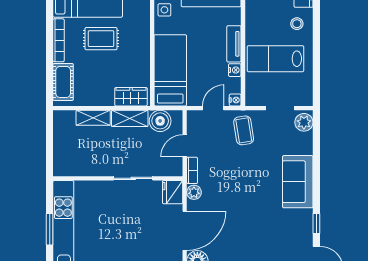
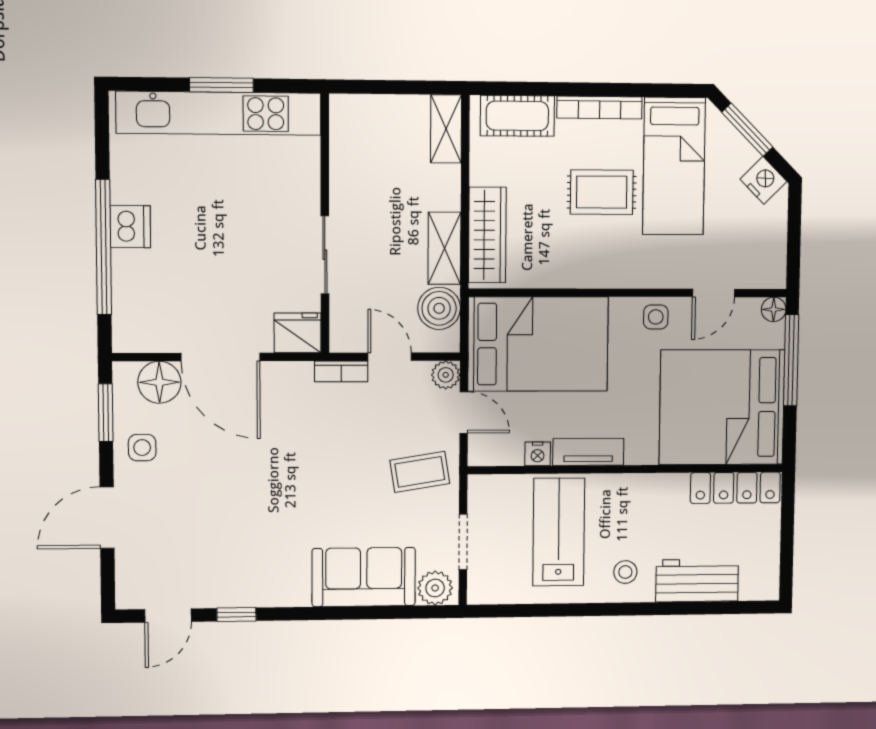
rug: (101, 39) -> (602, 192), turned 90
bed: (170, 70) -> (538, 344), width x1.50
wardrobe: (131, 97) -> (487, 235), width x1.50
nightstand: (235, 100) -> (479, 455), removed
shelving: (93, 118) -> (446, 129), moved
sofa: (298, 182) -> (364, 577), moved
plant: (194, 192) -> (446, 375), moved

